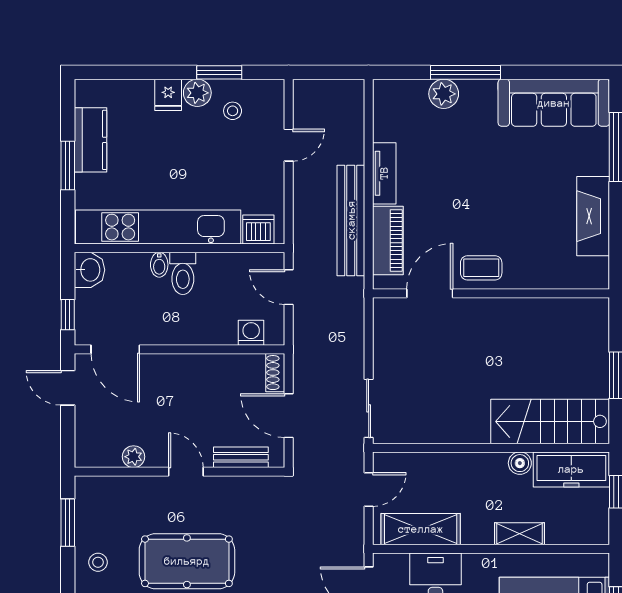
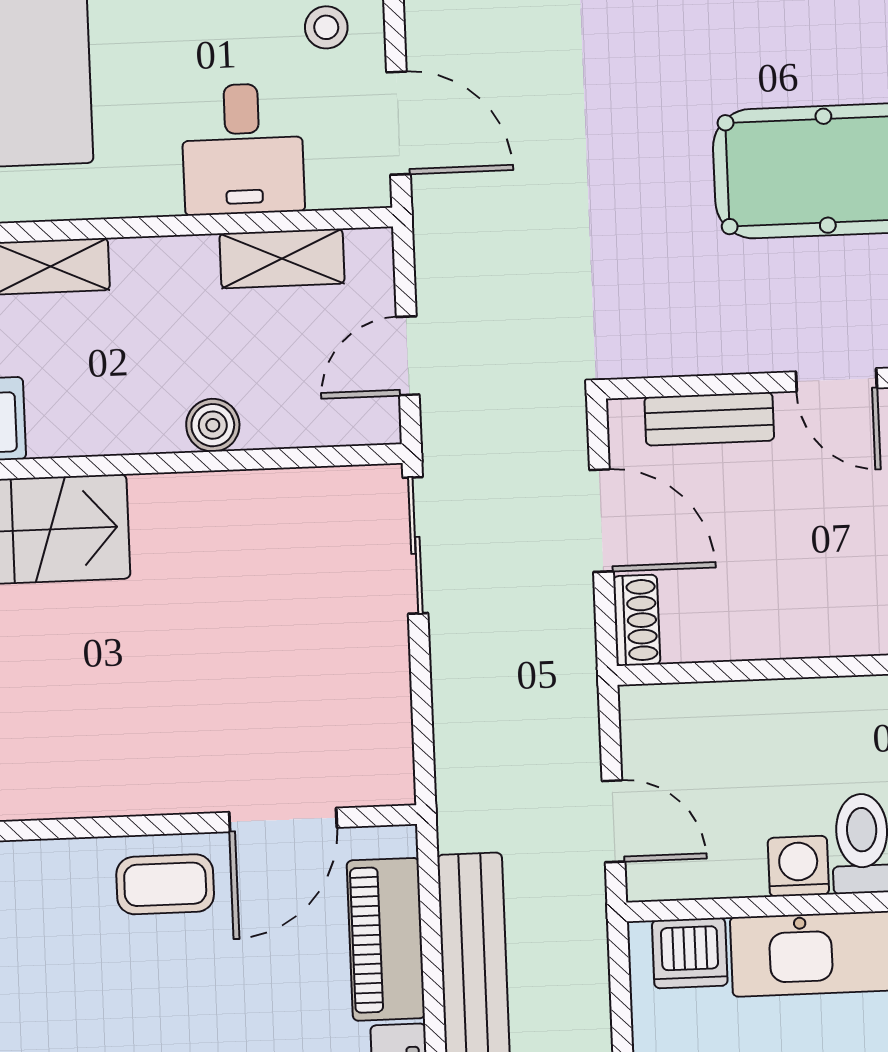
washing machine: (251, 333) -> (798, 866), moved, turned 180
boiler: (520, 463) -> (213, 425), moved
shelving: (421, 529) -> (282, 258), width x0.67, depth x0.75

